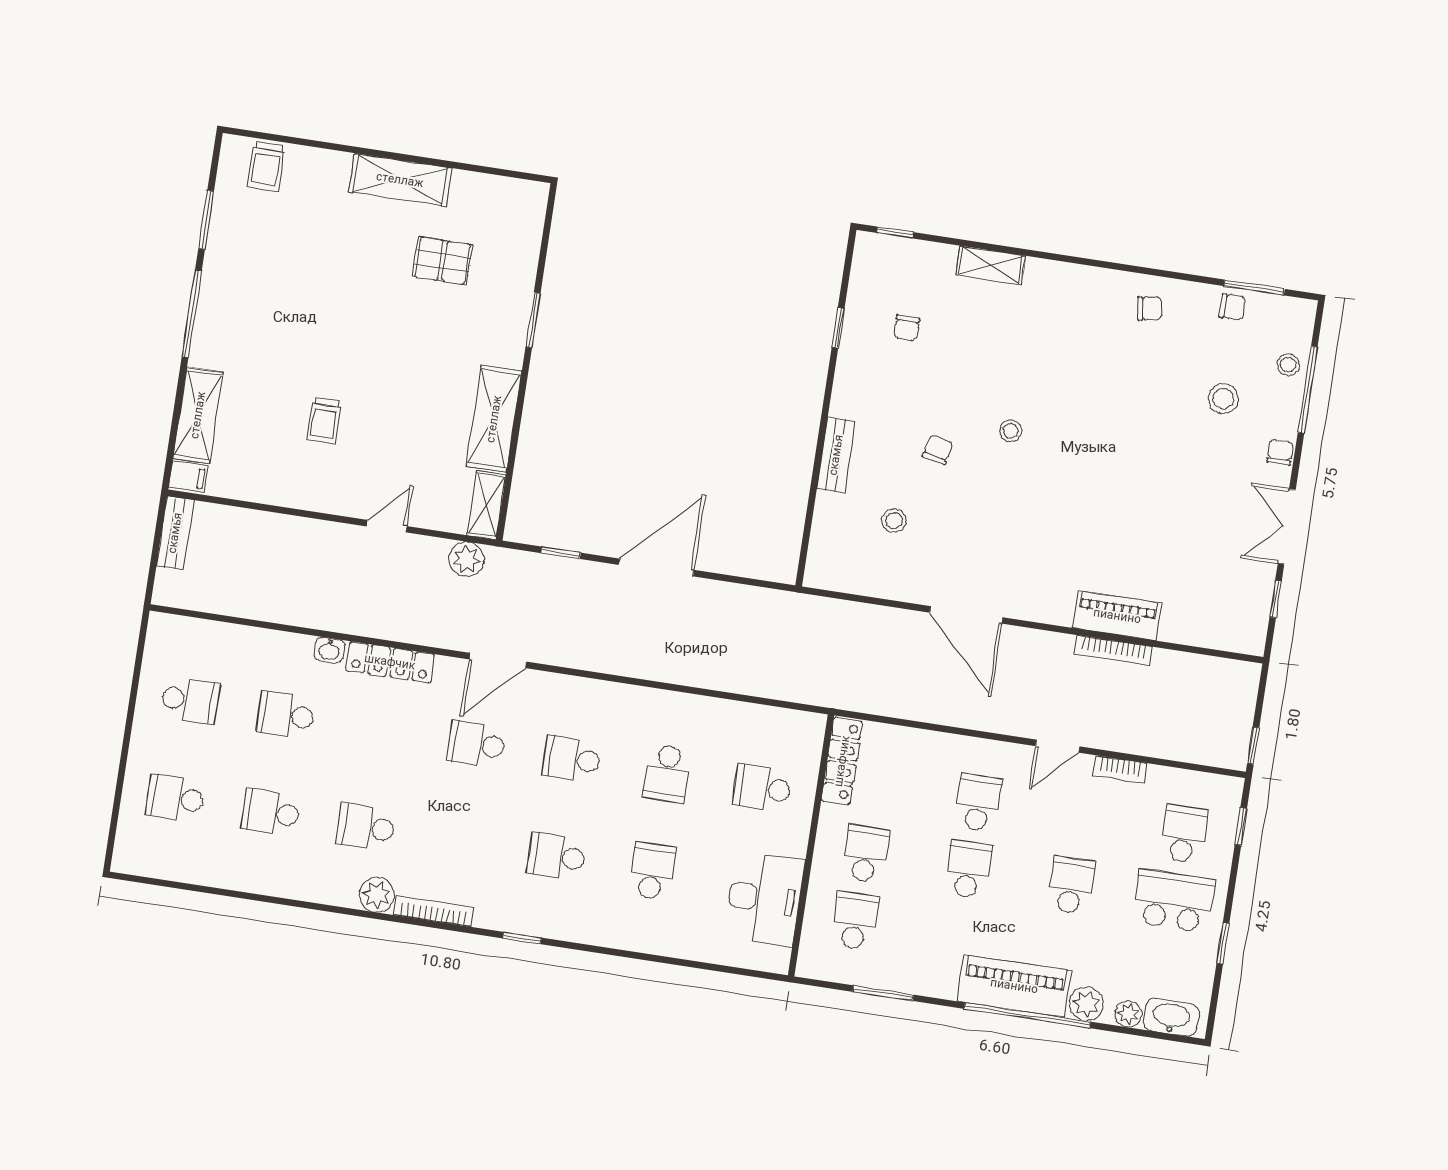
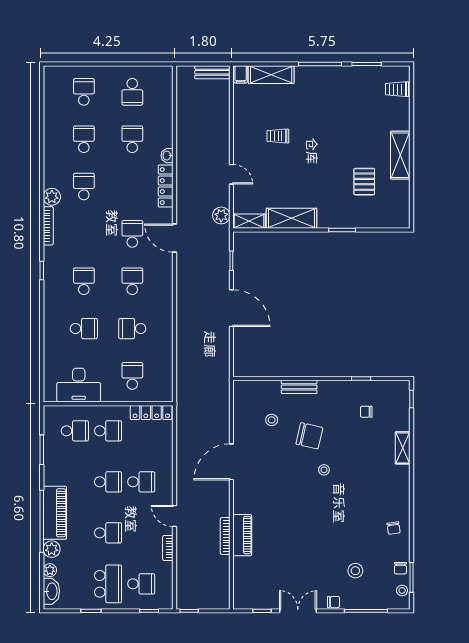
stool: (1288, 365) -> (402, 591), moved
chair: (938, 450) -> (309, 436), width x1.87, depth x1.87

